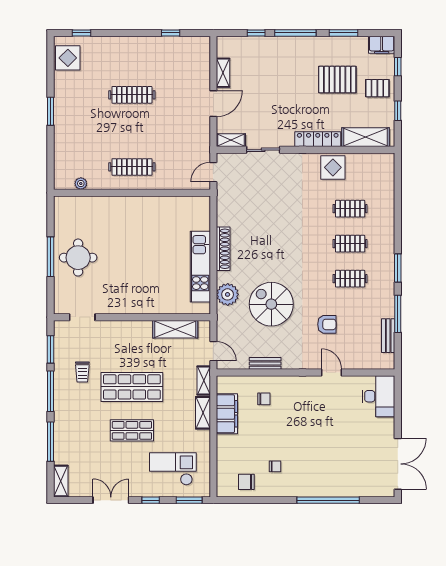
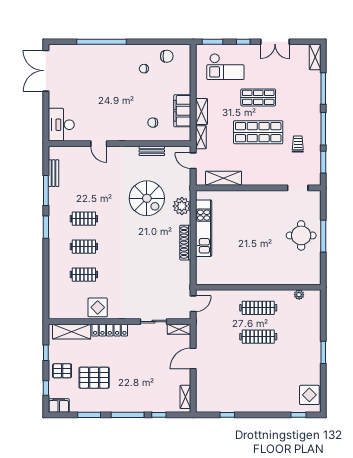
shelving: (223, 73) -> (185, 397), moved
clothes rail: (132, 95) -> (258, 337), moved
armchair: (327, 324) -> (102, 182), removed

